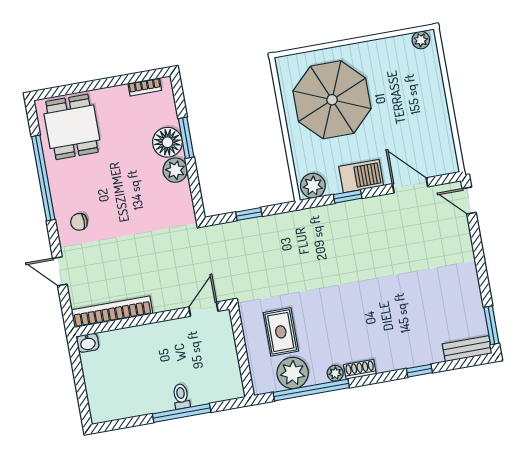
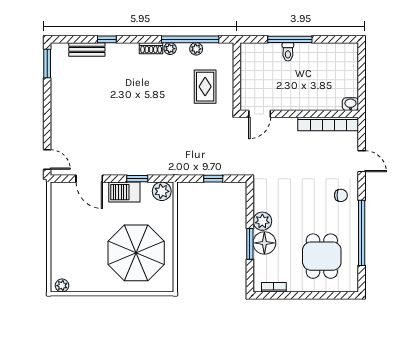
dining table: (72, 127) -> (322, 256), moved
bench: (467, 349) -> (87, 49), moved
plant: (293, 373) -> (196, 49), width x0.53, depth x0.53

